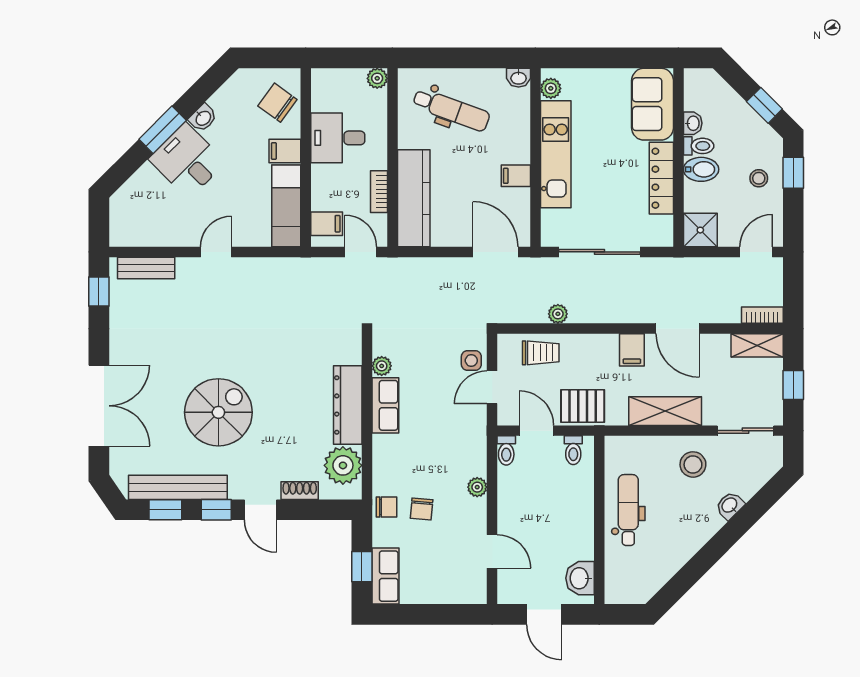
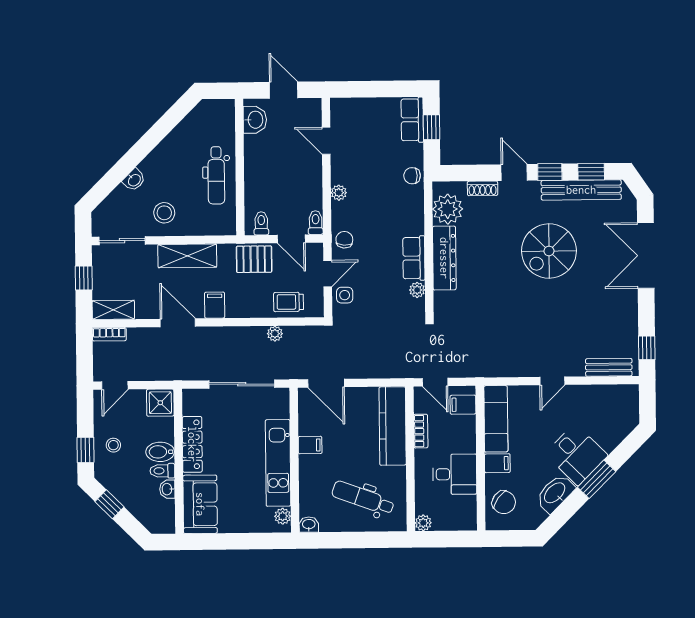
washbasin: (203, 118) -> (555, 493), width x1.91, depth x1.45
chair: (422, 509) -> (344, 240), moved

